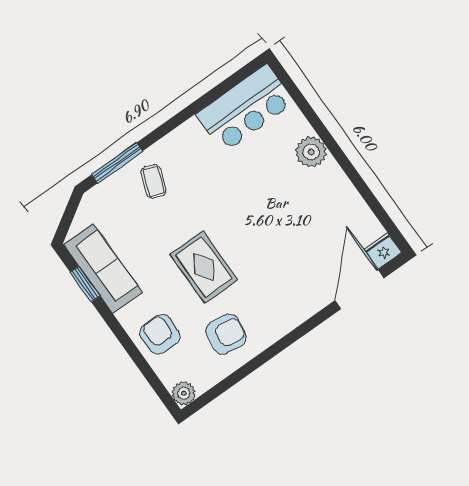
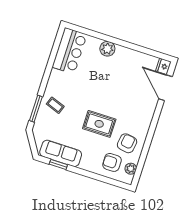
armchair: (160, 334) -> (112, 162), moved
plant: (184, 393) -> (131, 169), moved

